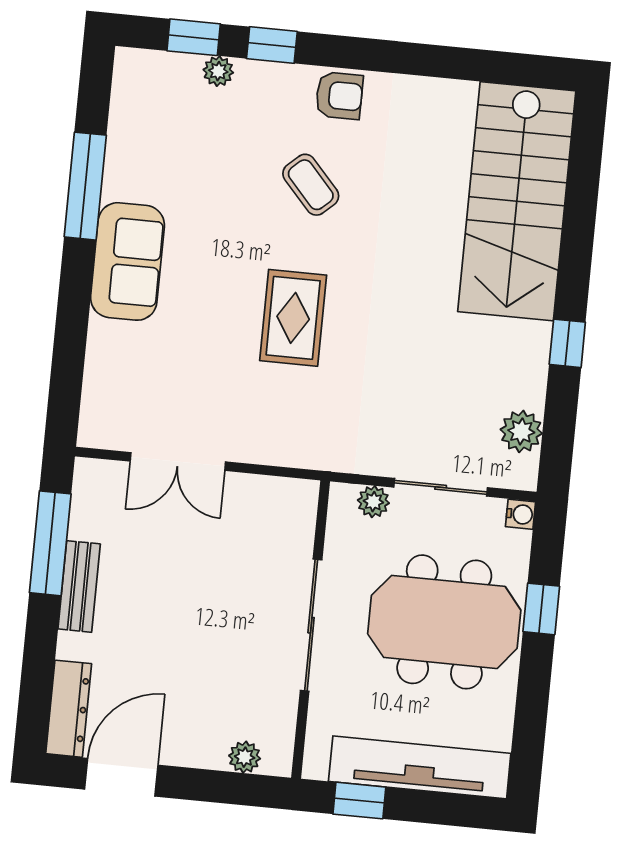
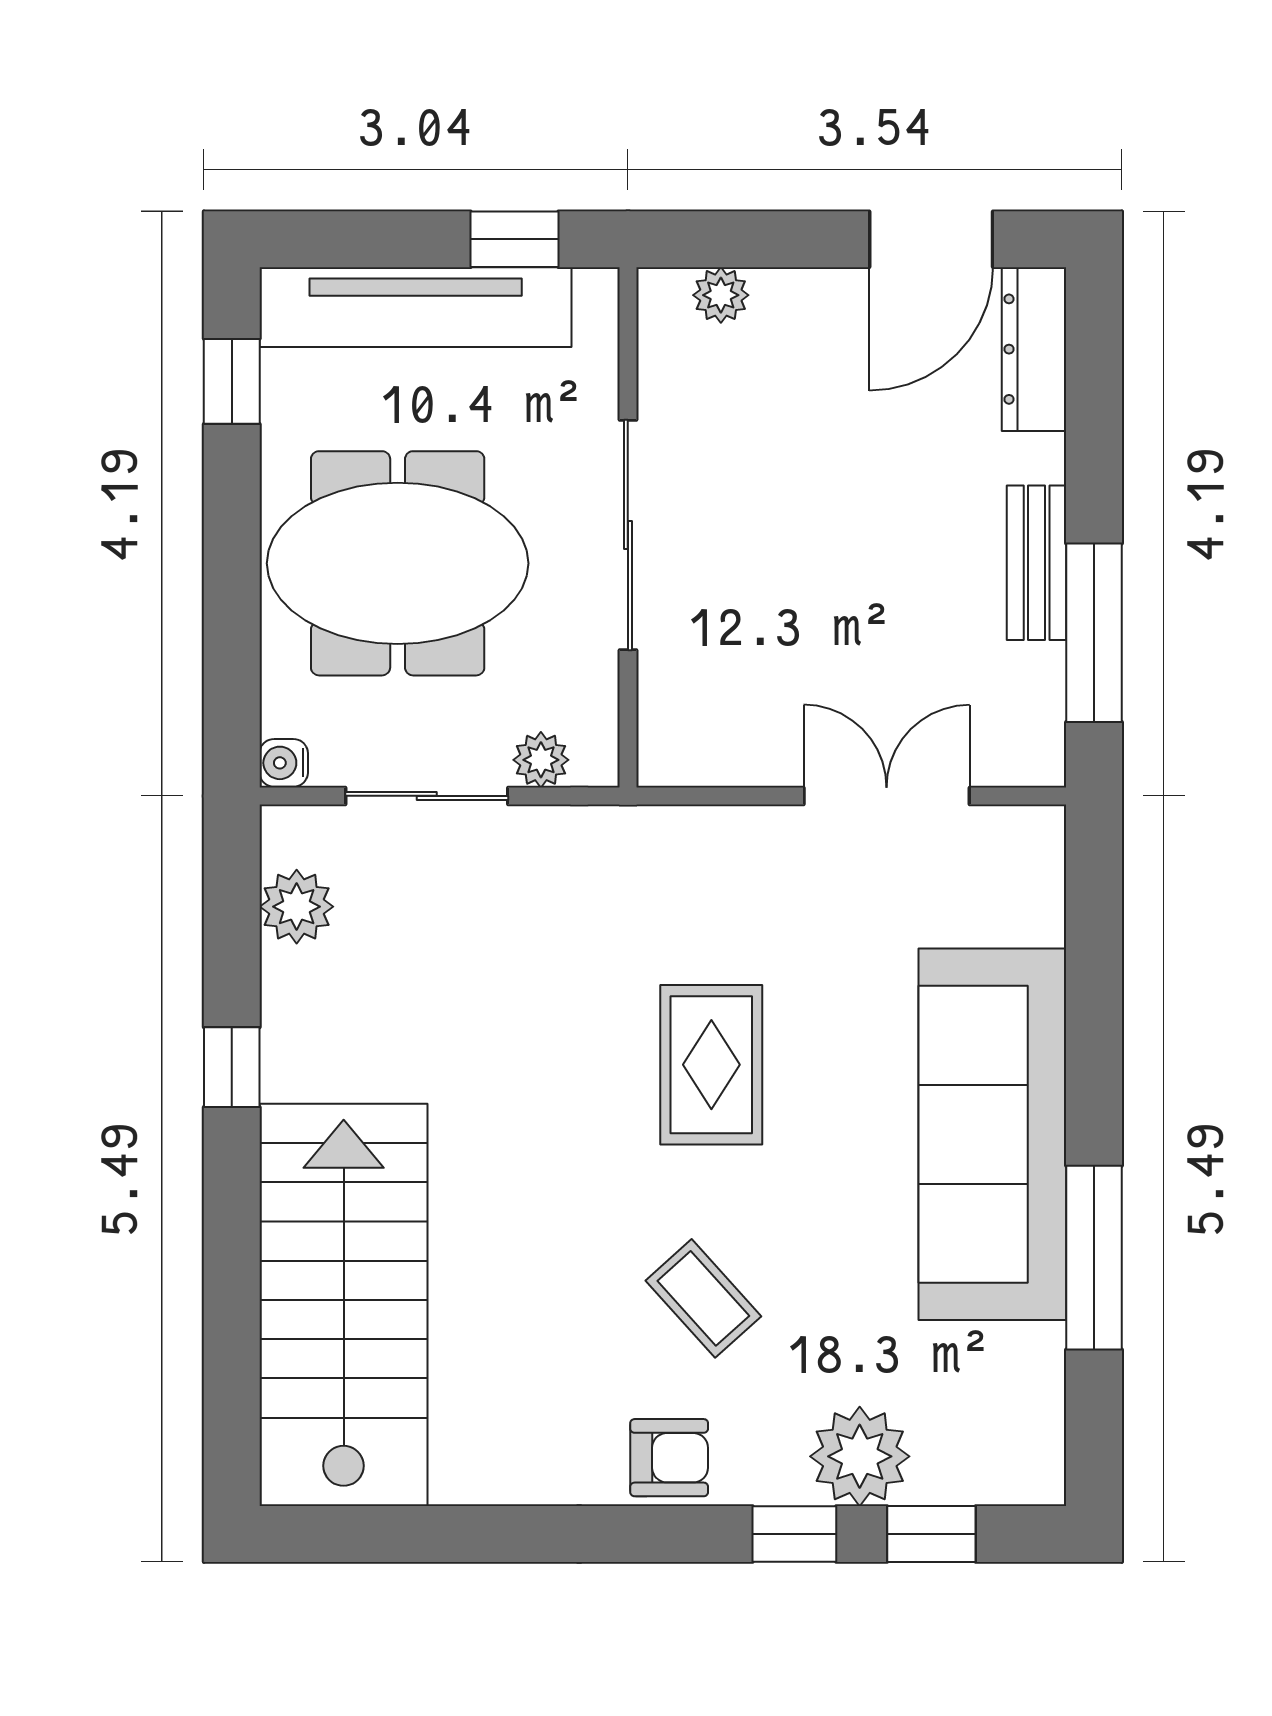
plant: (218, 71) -> (860, 1456), width x1.88, depth x1.88
armchair: (339, 96) -> (669, 1458), turned 180
sofa: (127, 261) -> (992, 1134), width x1.85, depth x1.27
window: (541, 609) -> (232, 381), moved

